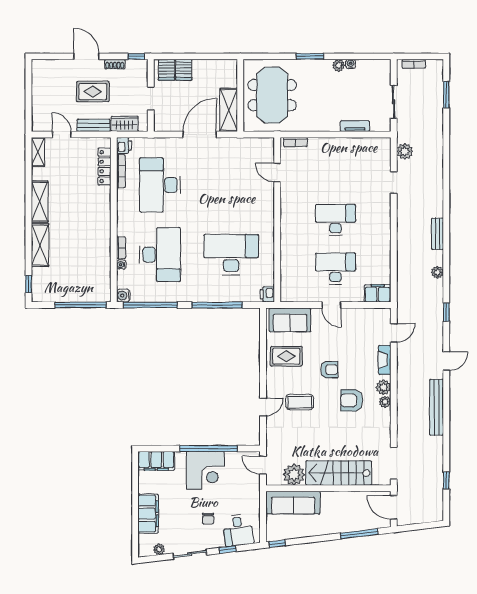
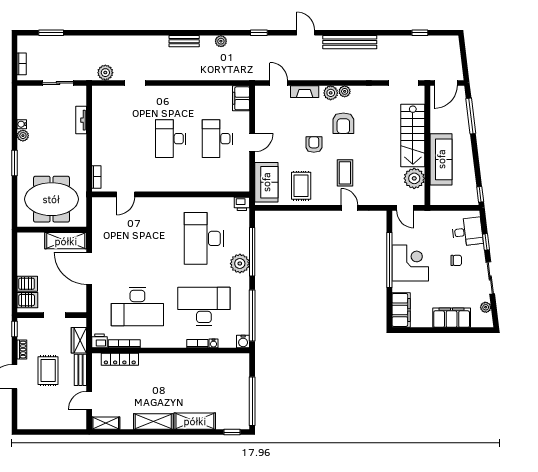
plant: (205, 292) -> (240, 264), added
window: (81, 305) -> (252, 401), moved
door: (263, 465) -> (405, 208), hinge flipped
sofa: (293, 503) -> (441, 159), moved

